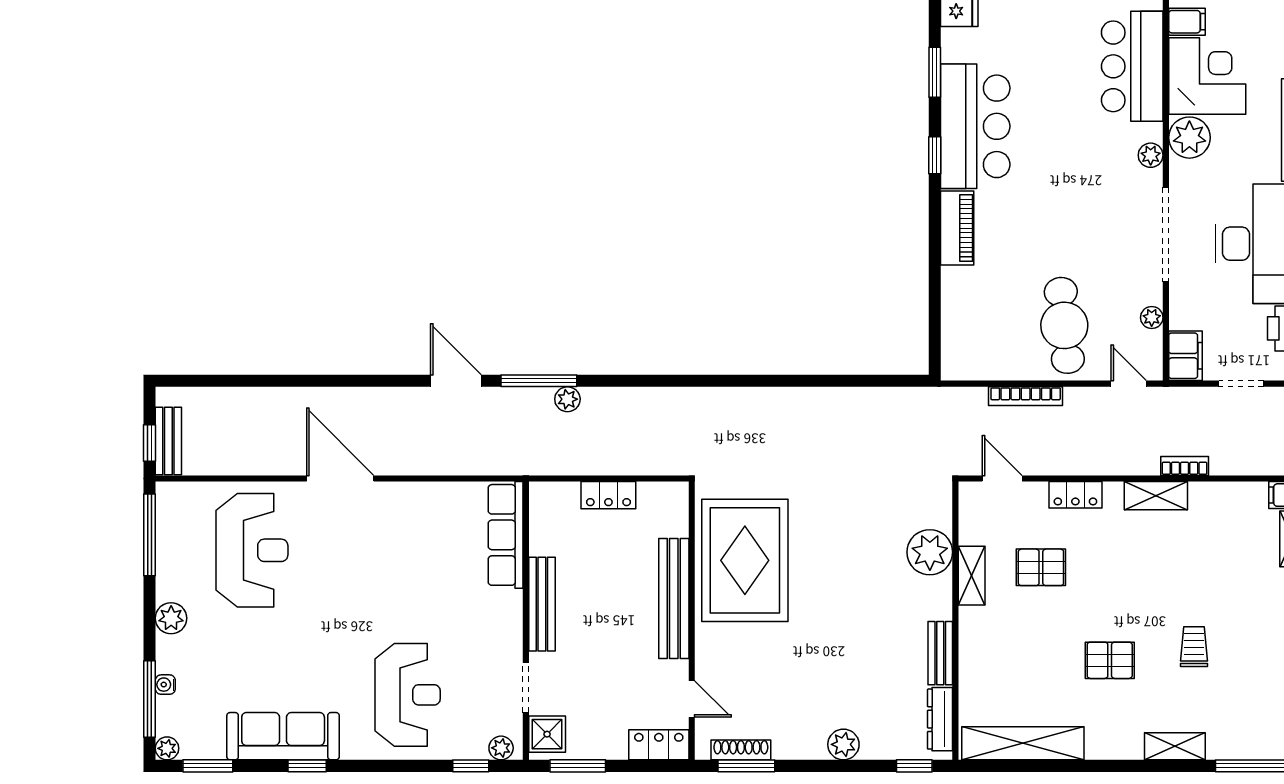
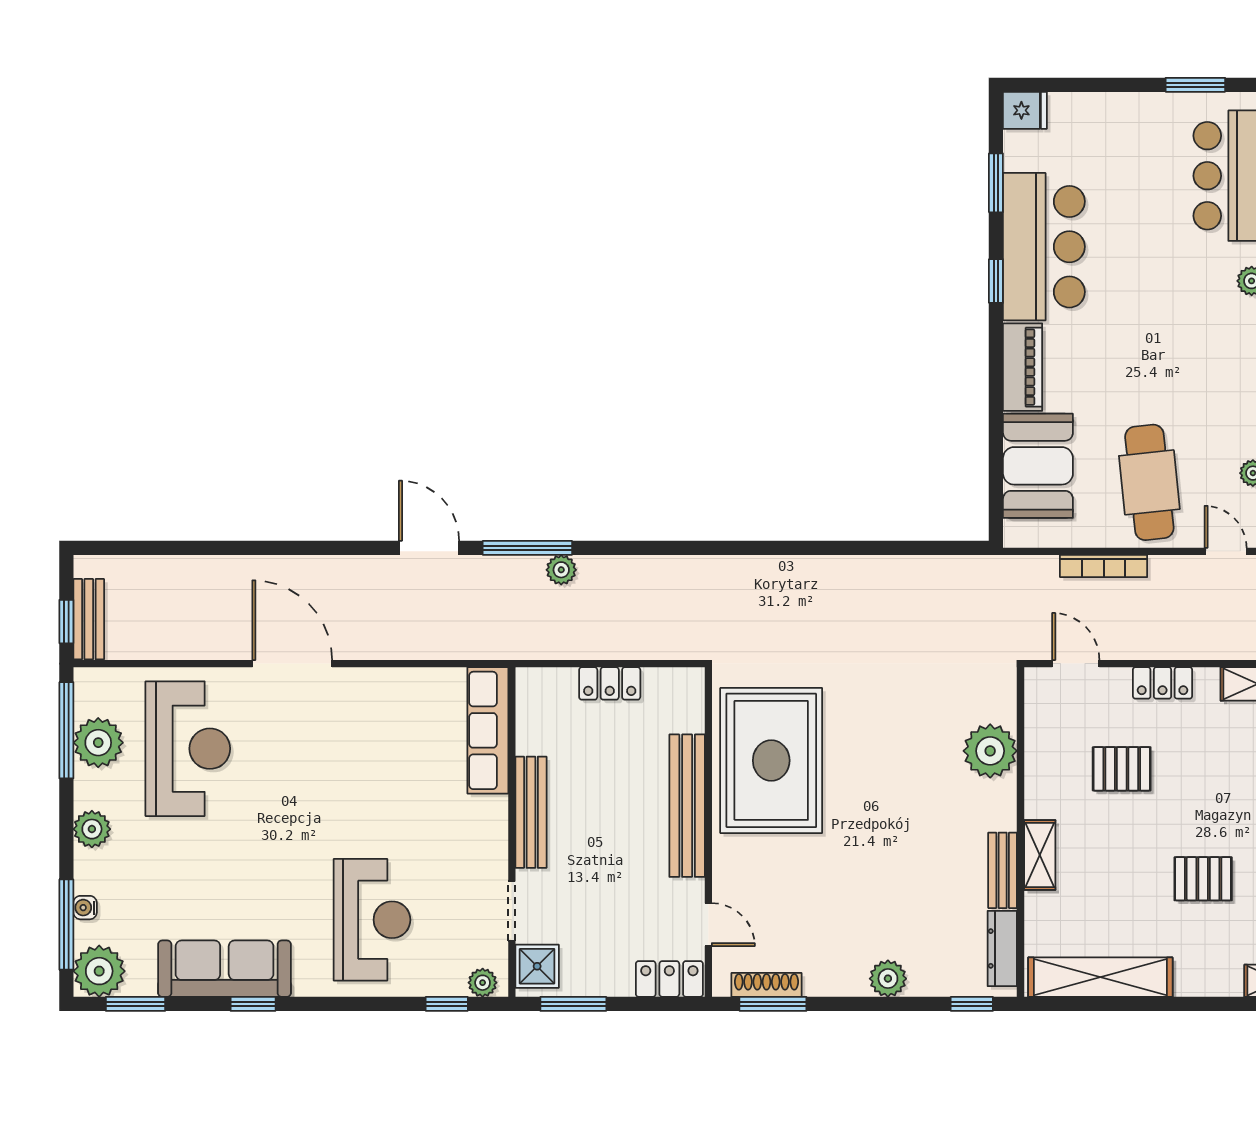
booth: (970, 311) -> (1038, 466), added
plant: (176, 545) -> (98, 743), added
shelving: (972, 576) -> (1040, 855), moved
plant: (167, 748) -> (99, 971), width x1.87, depth x1.87

